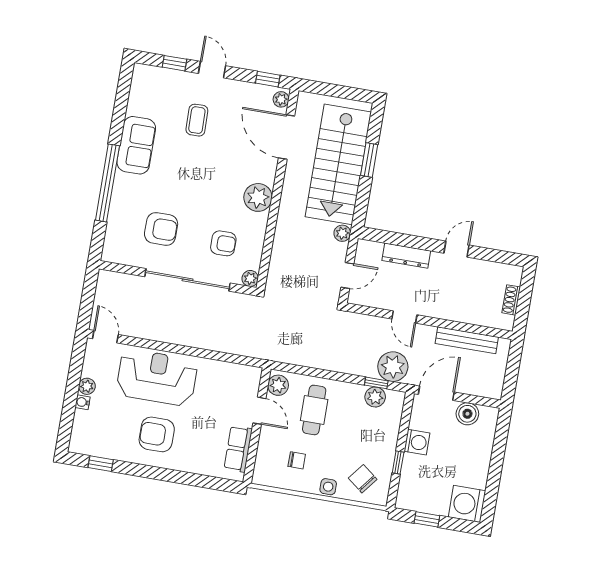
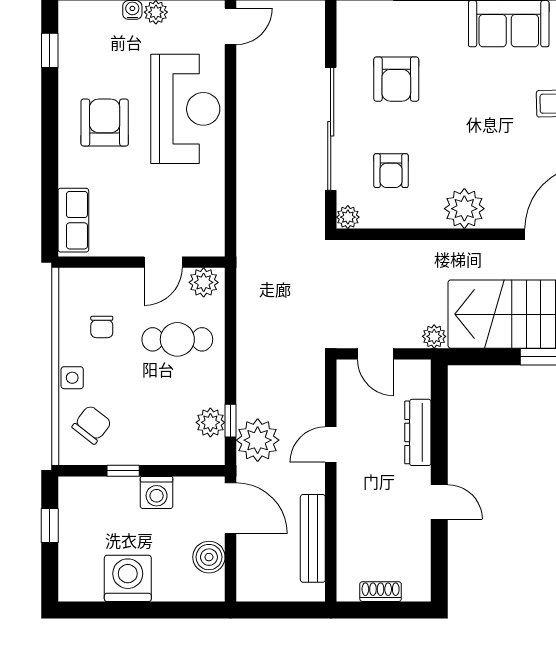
row of seats: (238, 449) -> (73, 220), moved, turned 90
washing machine: (467, 504) -> (128, 578), moved

